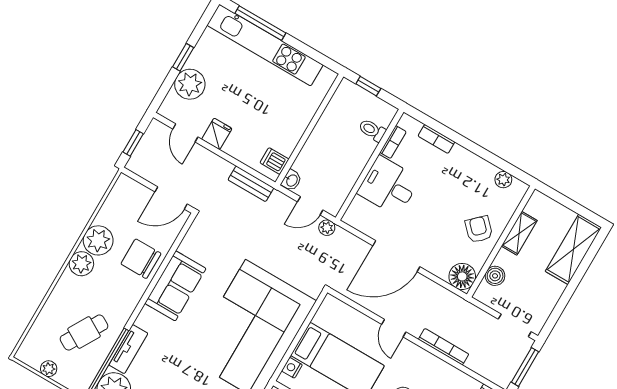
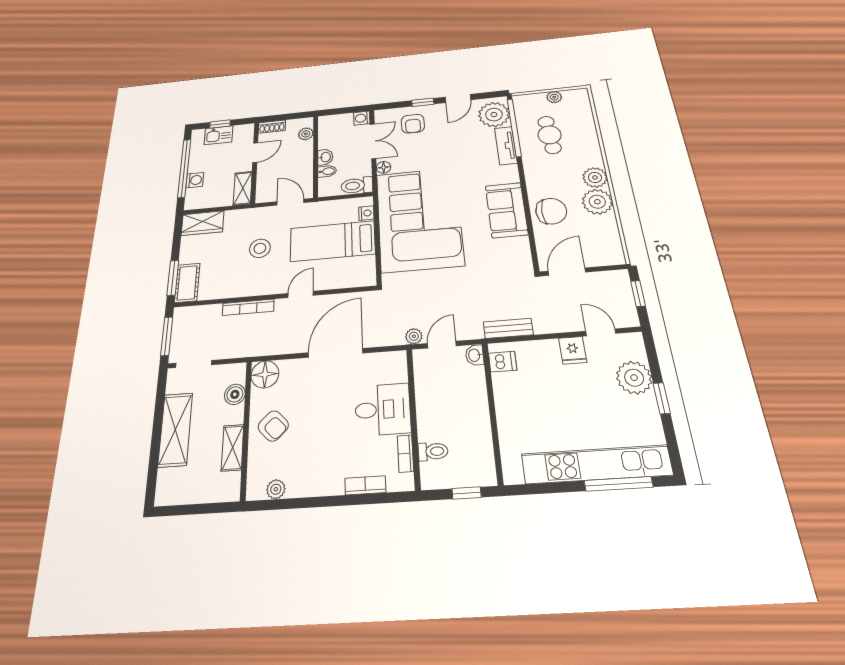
shelving: (573, 249) -> (175, 429), moved
door: (394, 328) -> (301, 294), hinge flipped
cafe table: (84, 332) -> (549, 135), turned -34

